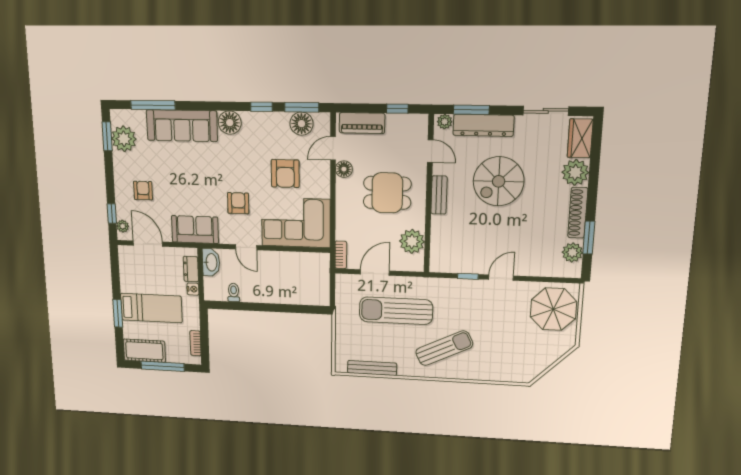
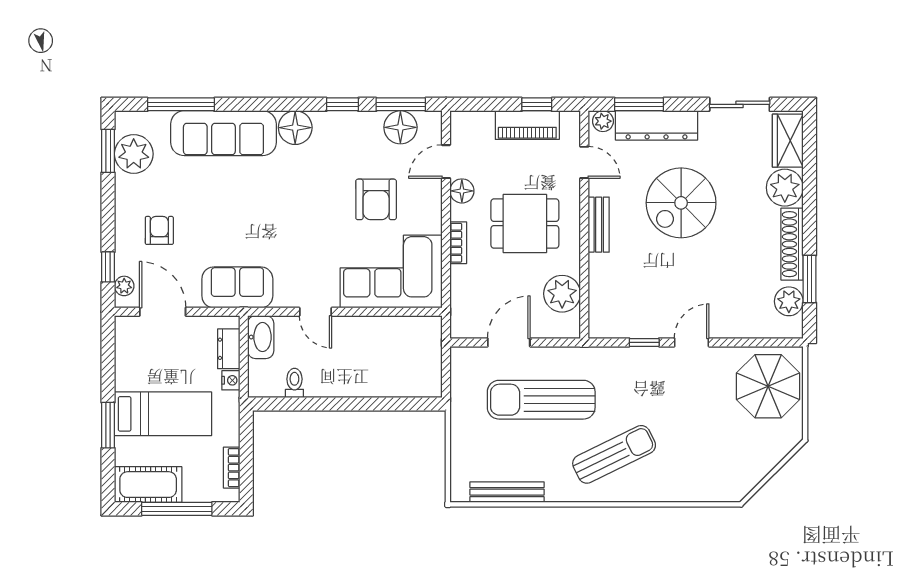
piano: (362, 123) -> (527, 125), moved
armchair: (238, 203) -> (305, 245), removed
bookcase: (341, 255) -> (458, 243), moved

